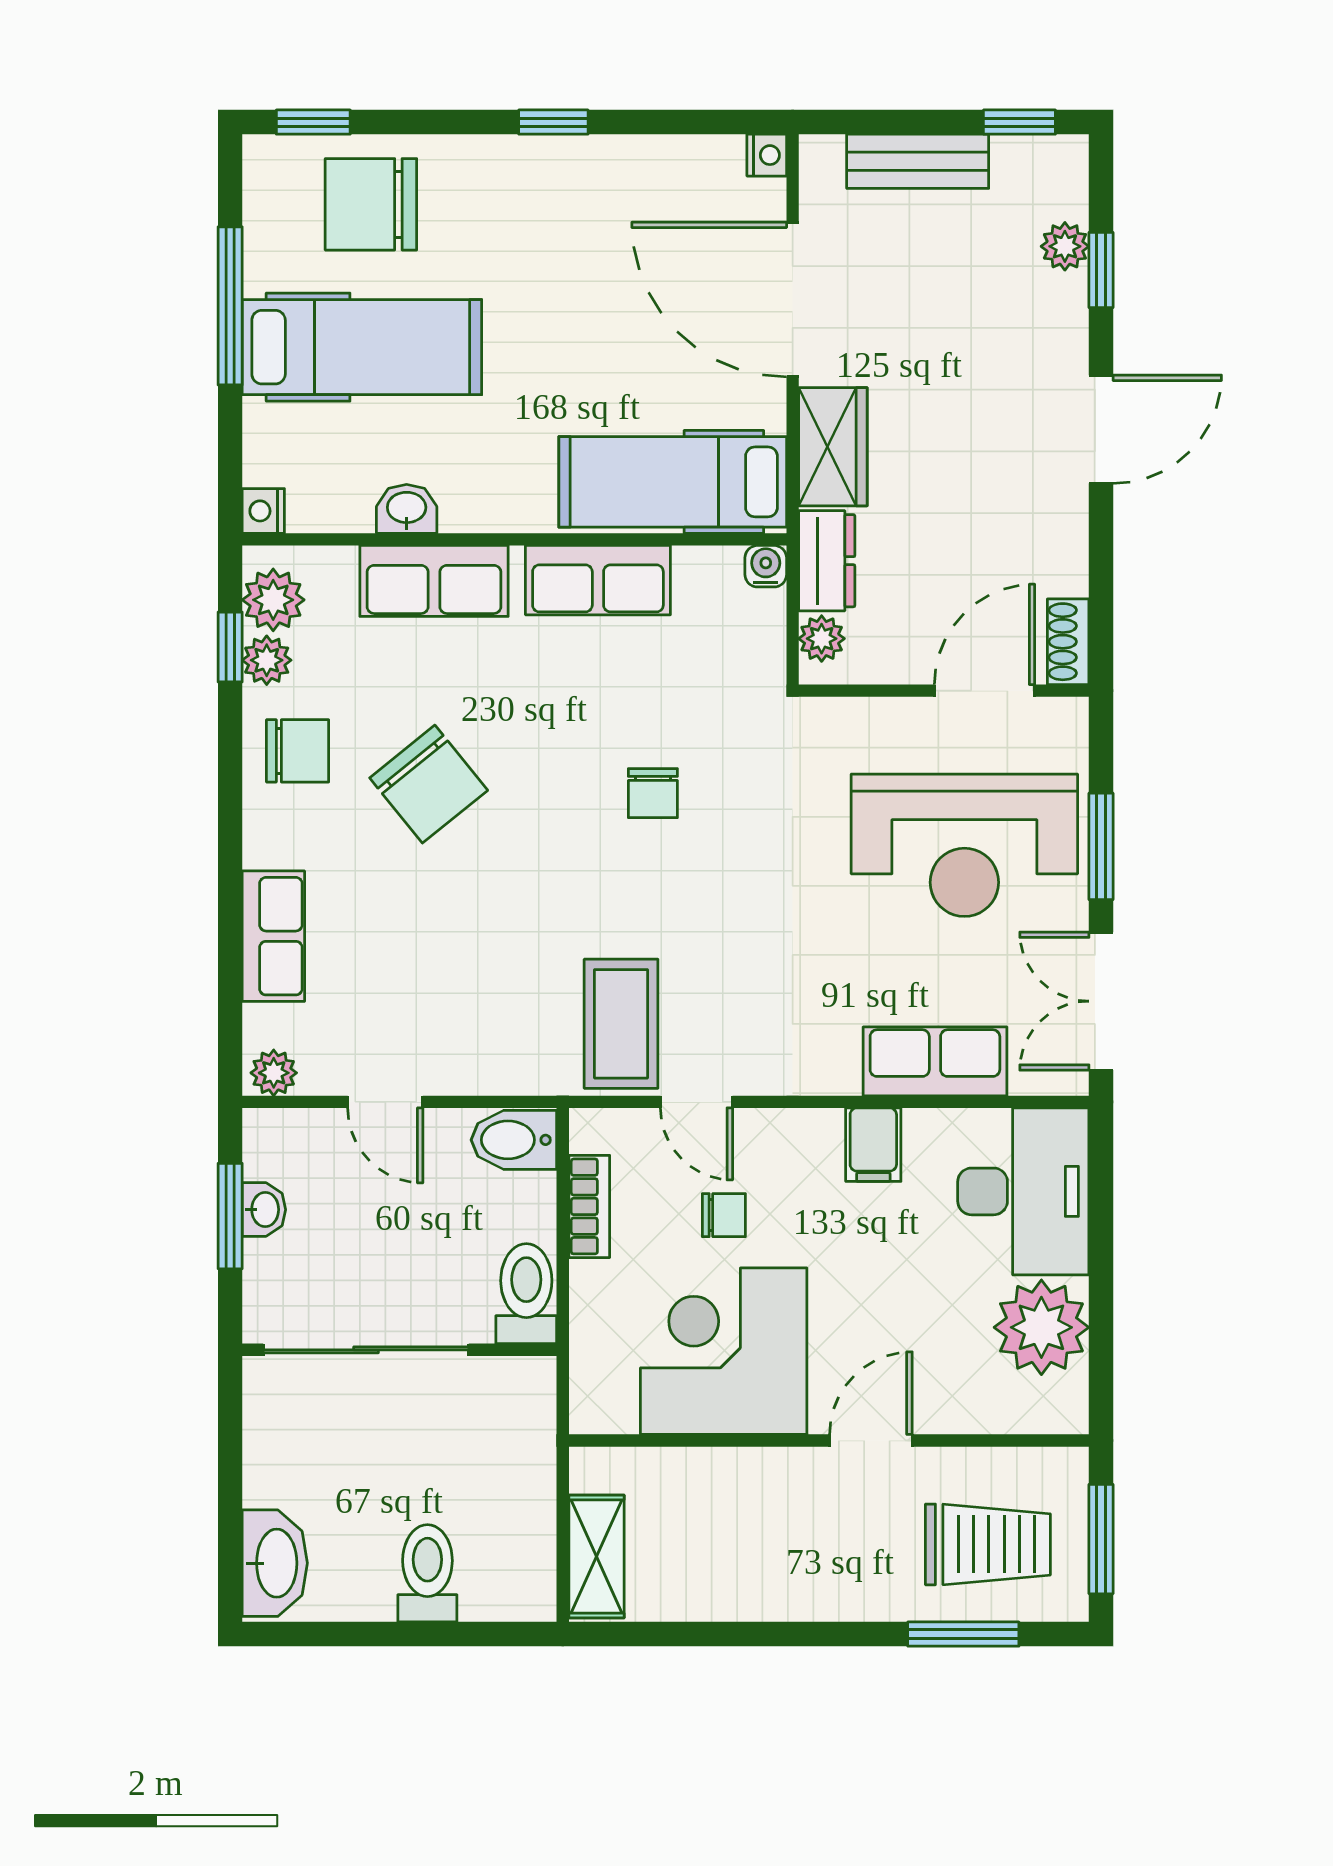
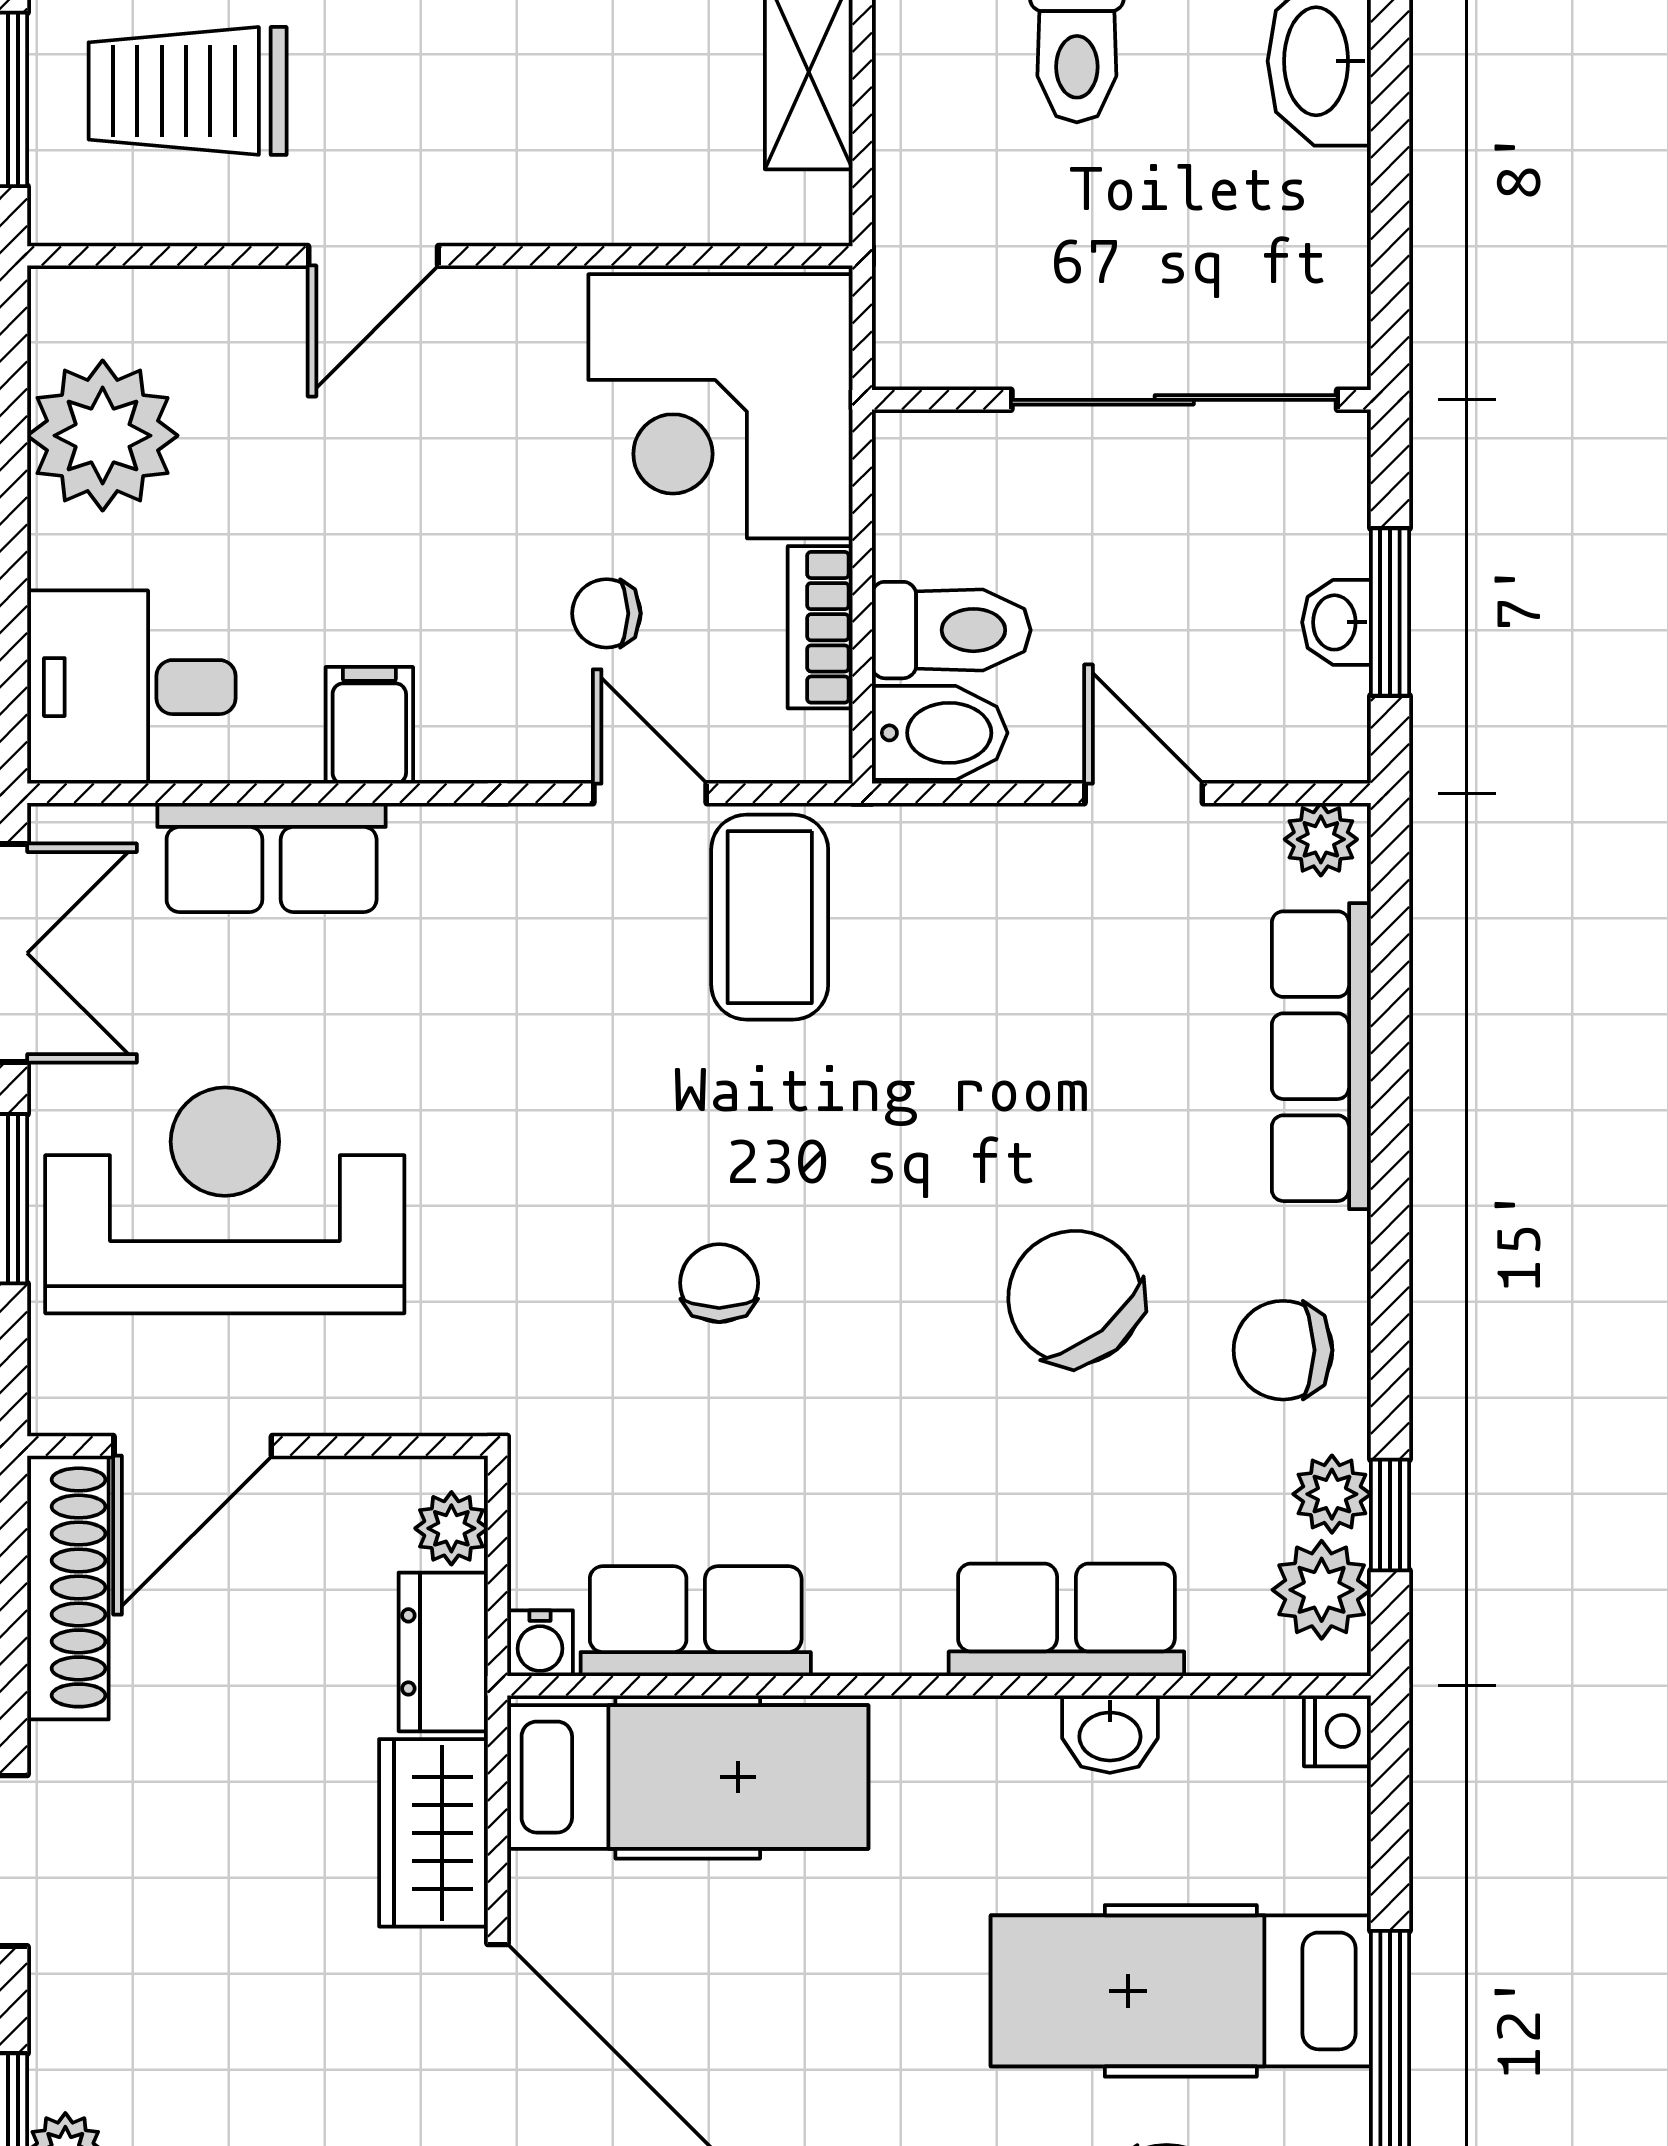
row of seats: (598, 580) -> (696, 1621), moved
shoe rack: (1068, 642) -> (68, 1587), width x1.94, depth x1.24
row of seats: (273, 936) -> (1321, 1056), width x1.48
desk: (1023, 1191) -> (131, 687), width x0.73
toilet: (526, 1294) -> (951, 630), moved, turned -90
corner desk: (724, 1351) -> (720, 406), moved, turned 90

